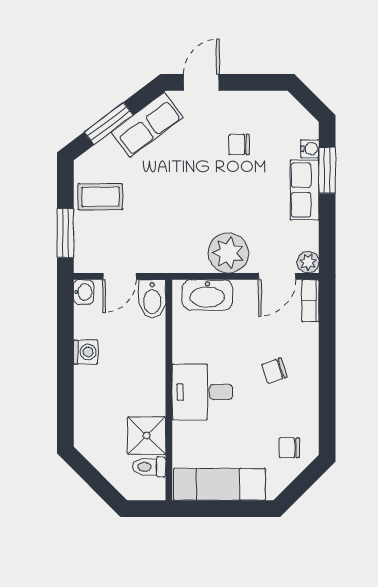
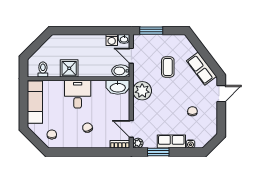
door: (201, 82) -> (221, 94), hinge flipped
window: (109, 124) -> (202, 51), removed
window: (327, 170) -> (158, 152), moved
coffee table: (100, 197) -> (168, 67), moved
plant: (228, 253) -> (142, 91), moved
washbasin: (207, 295) -> (118, 87), moved, turned -90
washing machine: (86, 352) -> (112, 40), moved
shower: (147, 436) -> (69, 68), moved

